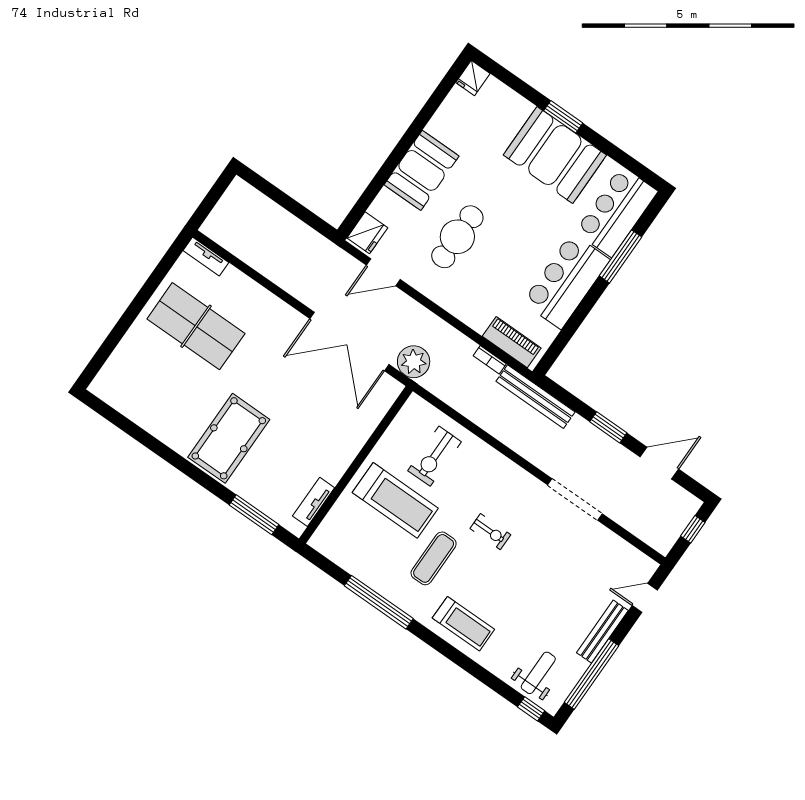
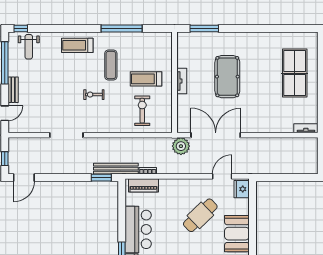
cafe table: (457, 237) -> (200, 215), turned 46
table tennis table: (196, 326) -> (295, 73), moved, turned 90
window: (608, 427) -> (101, 178), moved
pool table: (229, 438) -> (227, 77), moved
door: (659, 463) -> (24, 178), moved
treadmill: (395, 500) -> (146, 79), width x0.73, depth x0.73
tv unit: (314, 502) -> (182, 81), moved
bench: (602, 632) -> (13, 90), width x0.73

